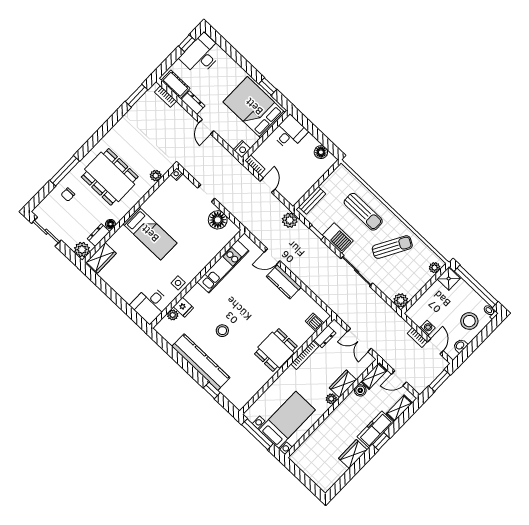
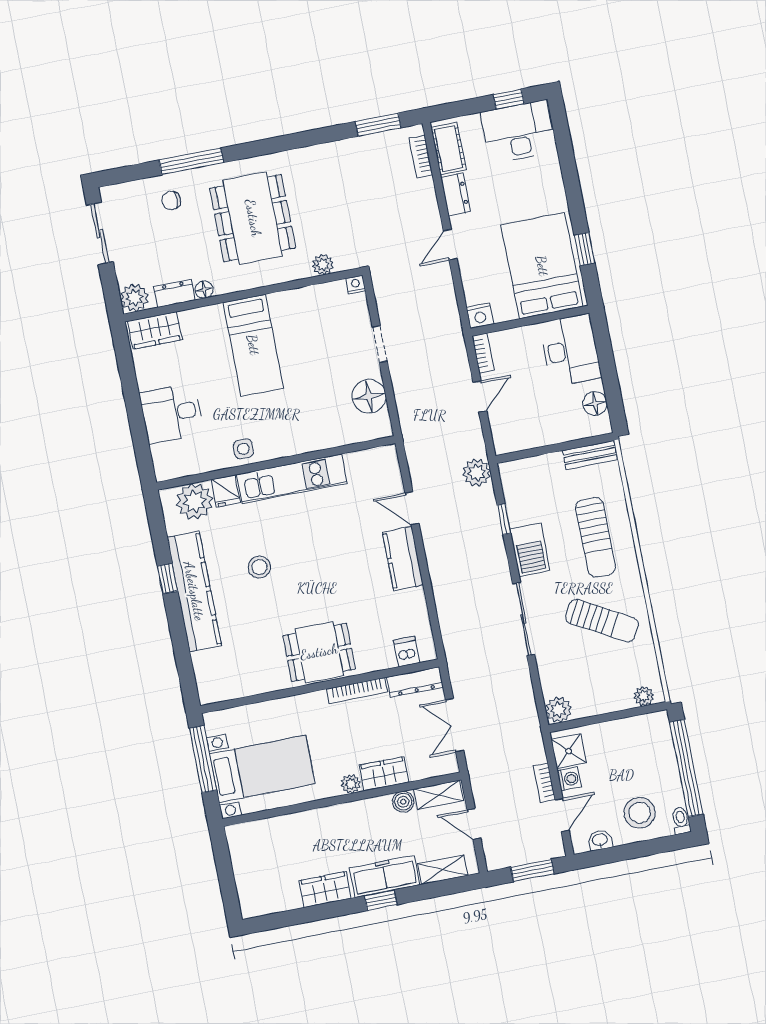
desk: (290, 133) -> (570, 350), width x1.37
bench: (312, 200) -> (590, 455), moved
kitchen unit: (223, 267) -> (292, 479), moved
shower: (449, 279) -> (569, 751), moved
desk: (150, 304) -> (172, 413), moved
plant: (173, 315) -> (195, 501), width x1.88, depth x1.88
dresser: (325, 336) -> (415, 682), width x1.44
window: (212, 390) -> (168, 579), moved

